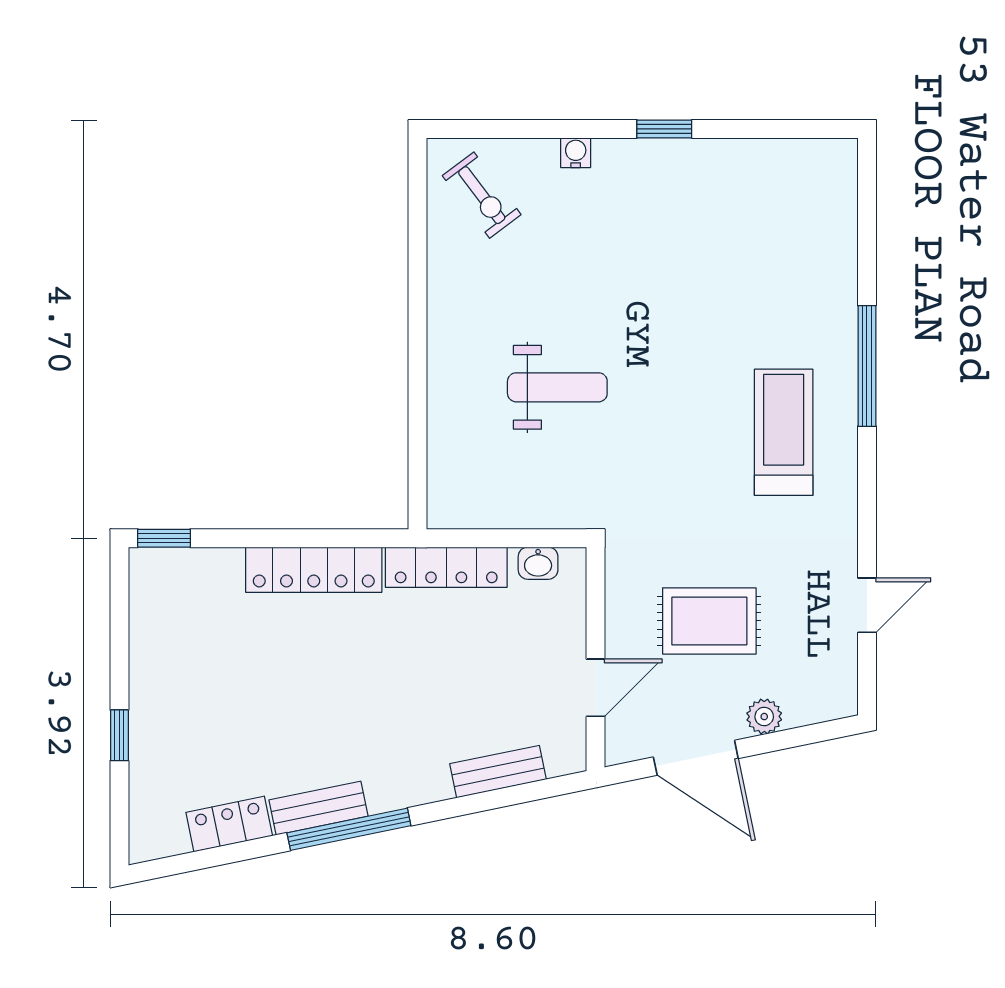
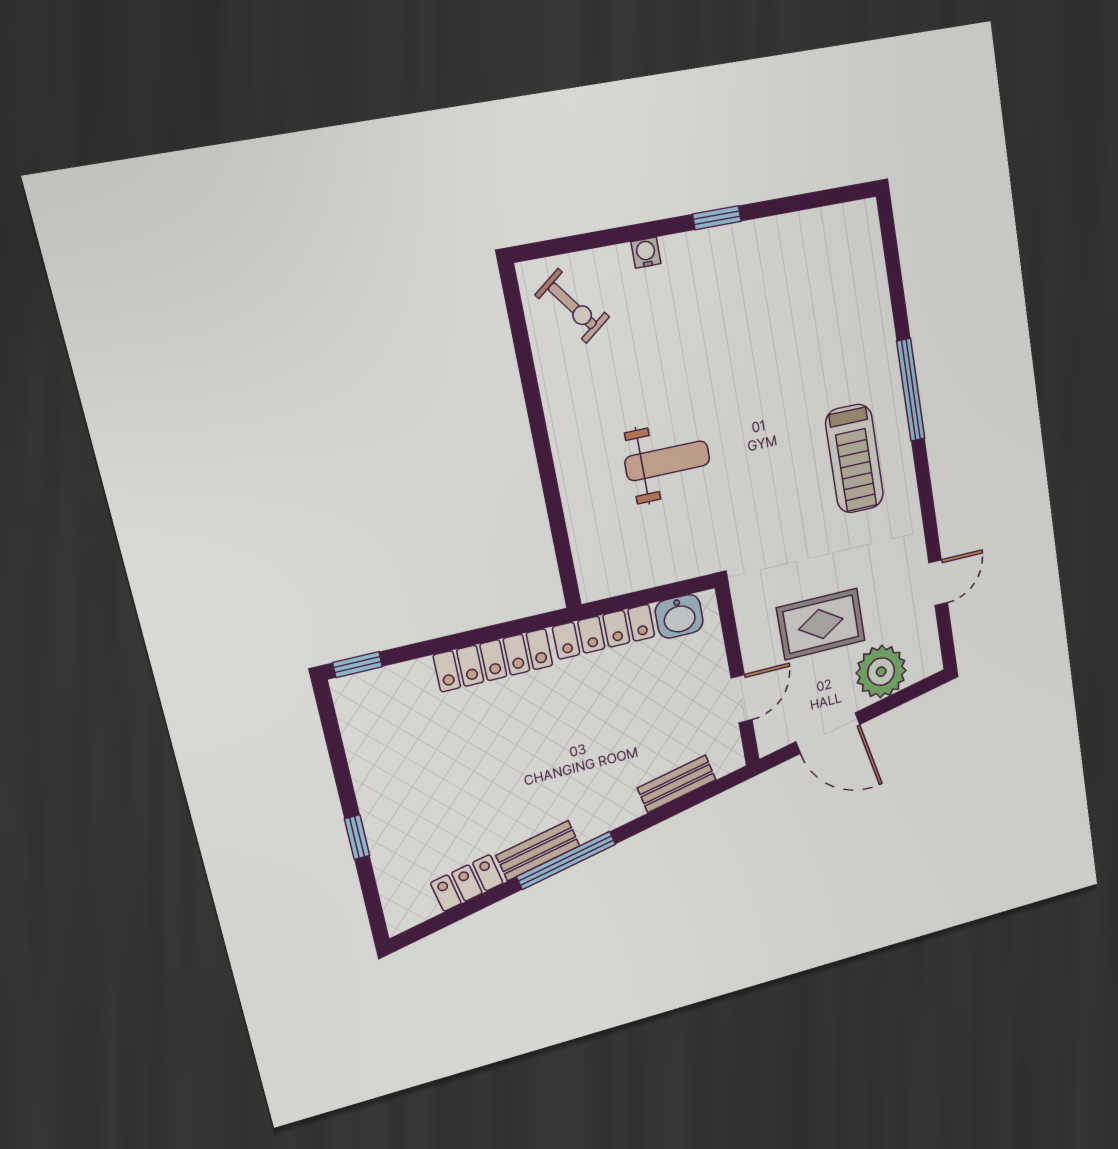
treadmill: (784, 432) -> (854, 459), turned 180
washbasin: (538, 563) -> (679, 616), width x1.38, depth x1.45
plant: (764, 717) -> (881, 672), width x1.88, depth x1.88

